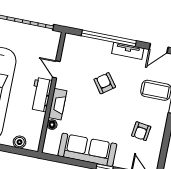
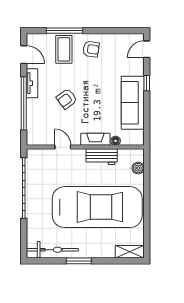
door: (56, 69) -> (63, 147), swing flipped
workbench: (41, 95) -> (102, 157), moved
armchair: (141, 131) -> (91, 49), moved

